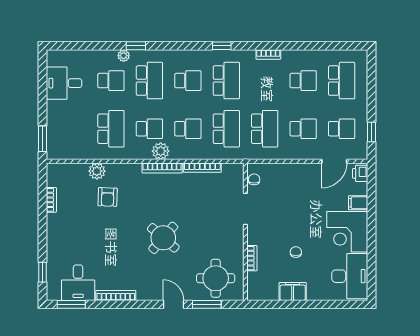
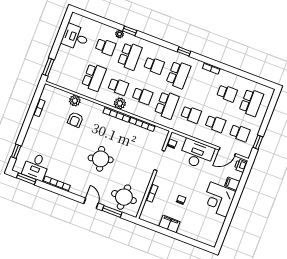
school desk: (265, 129) -> (191, 114), width x0.54
round table: (163, 238) -> (101, 159), turned 34
desk: (350, 276) -> (197, 154), moved, turned -90

